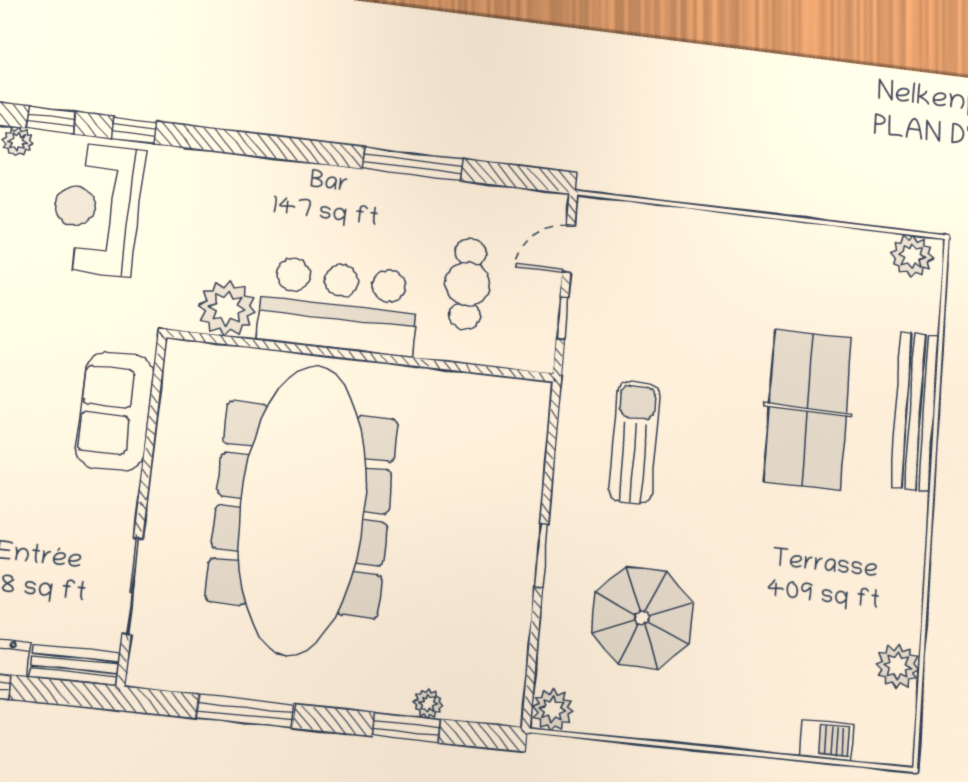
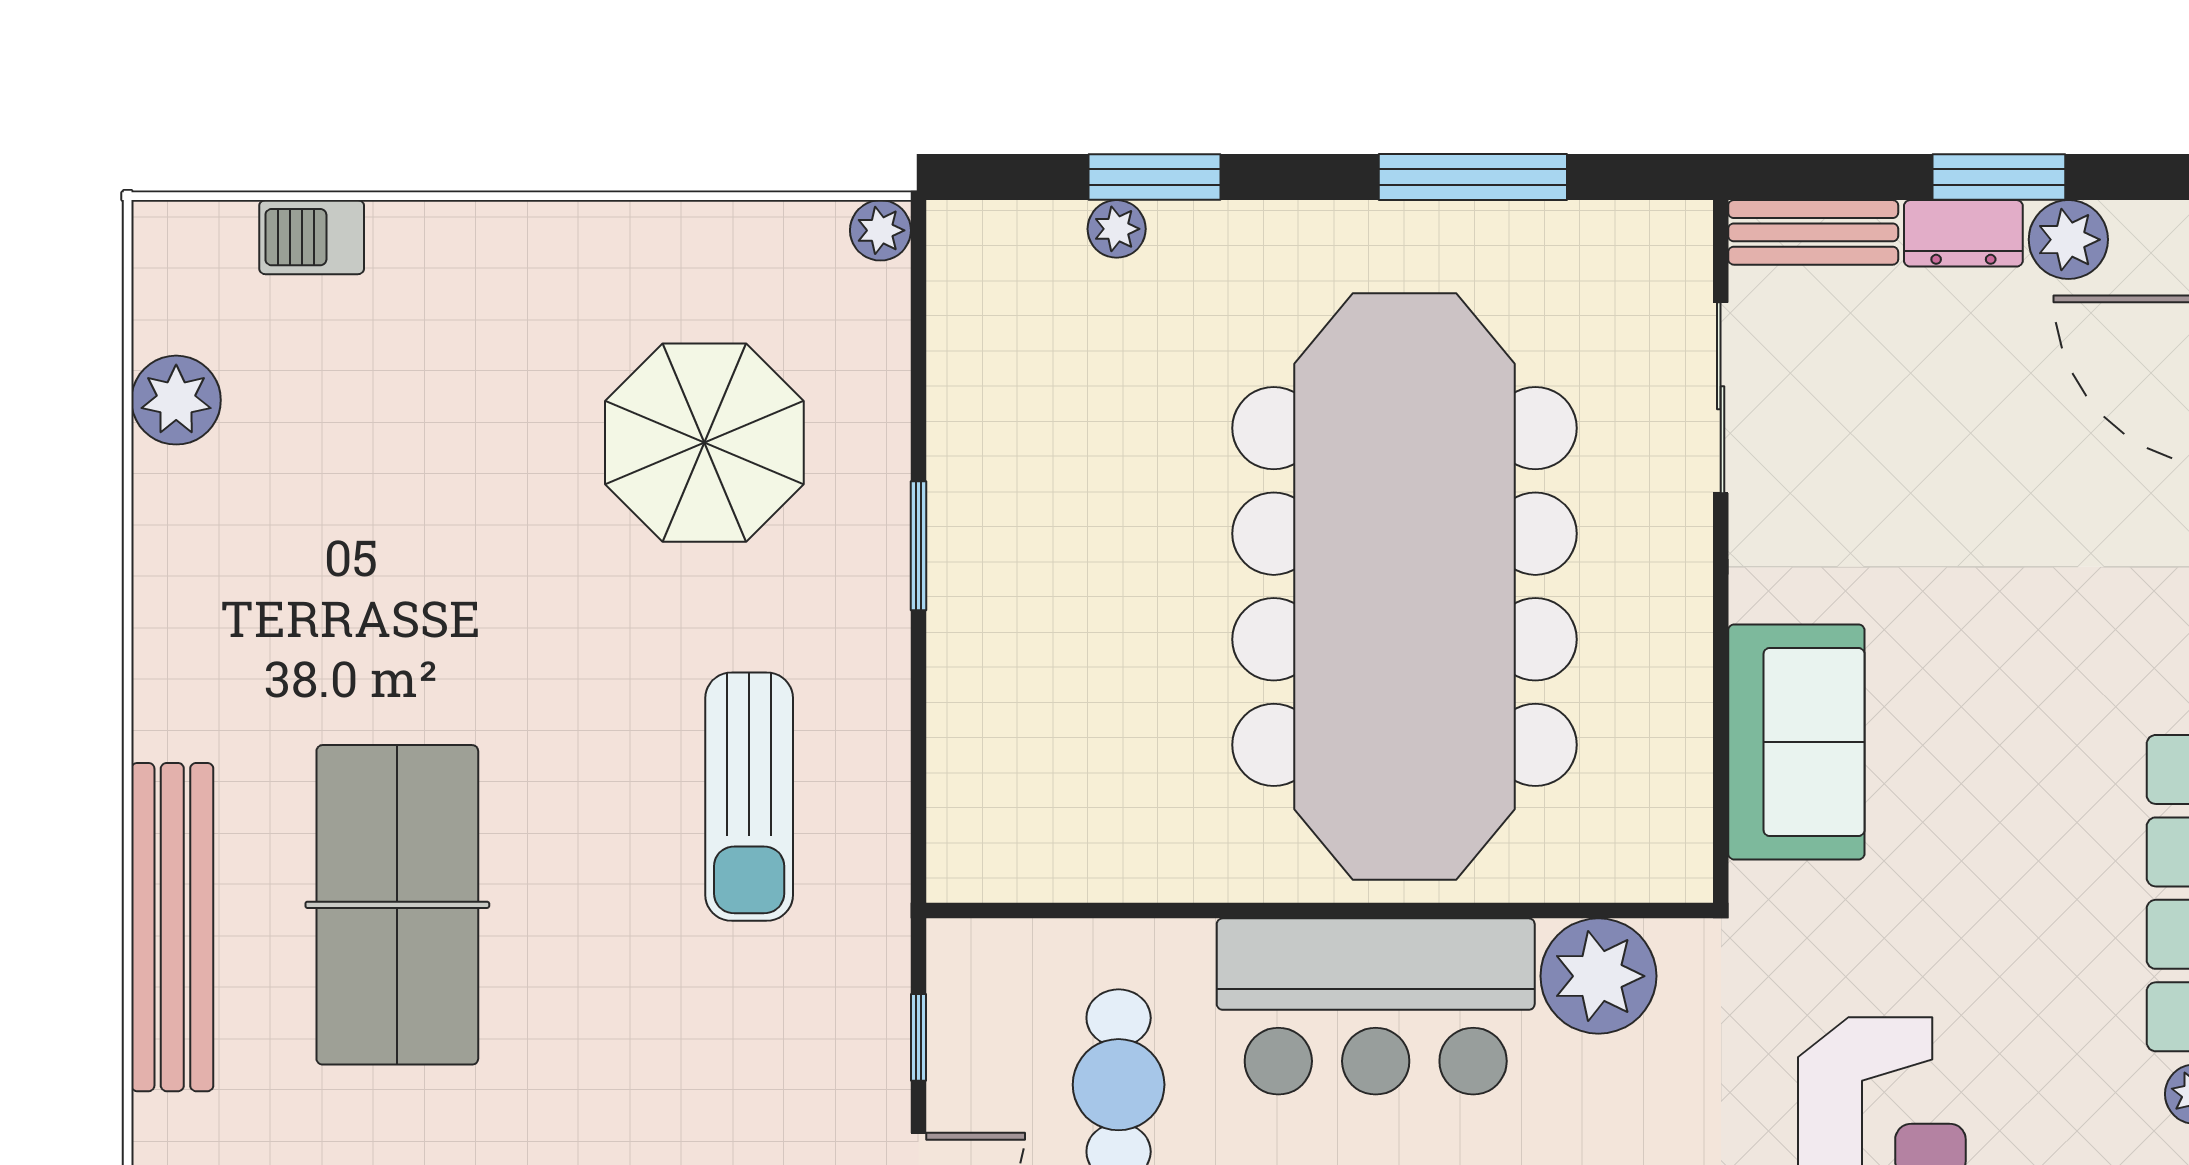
plant: (552, 710) -> (880, 230), width x0.73, depth x0.73

